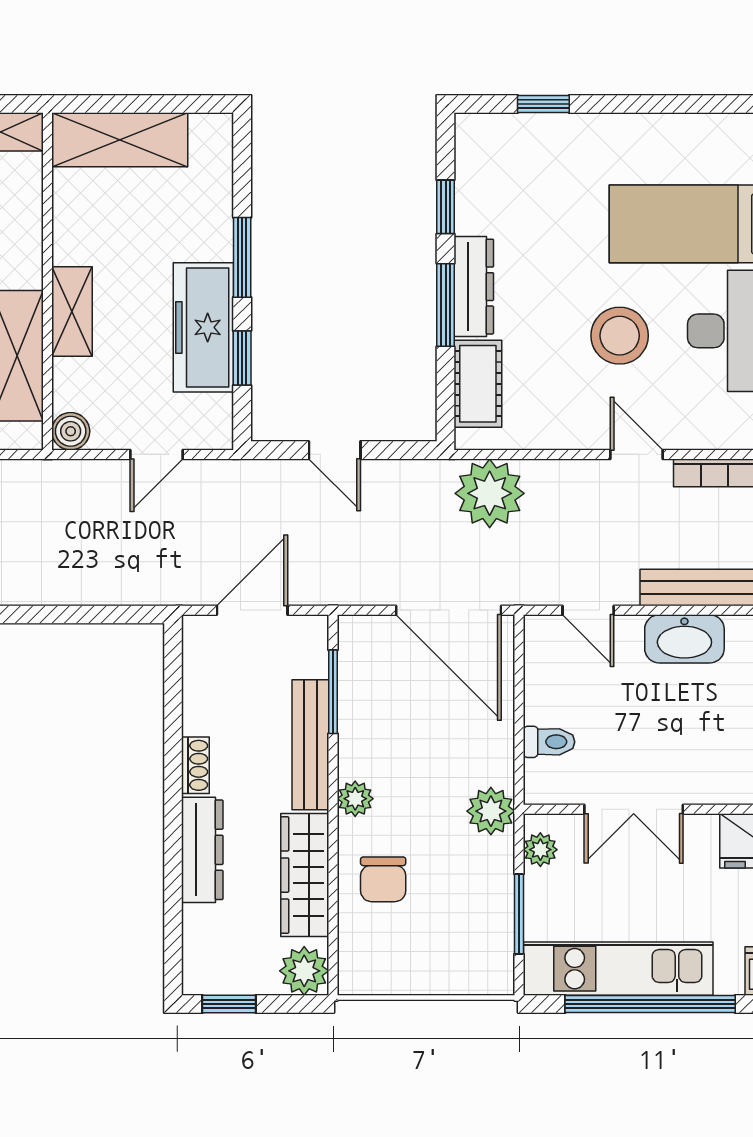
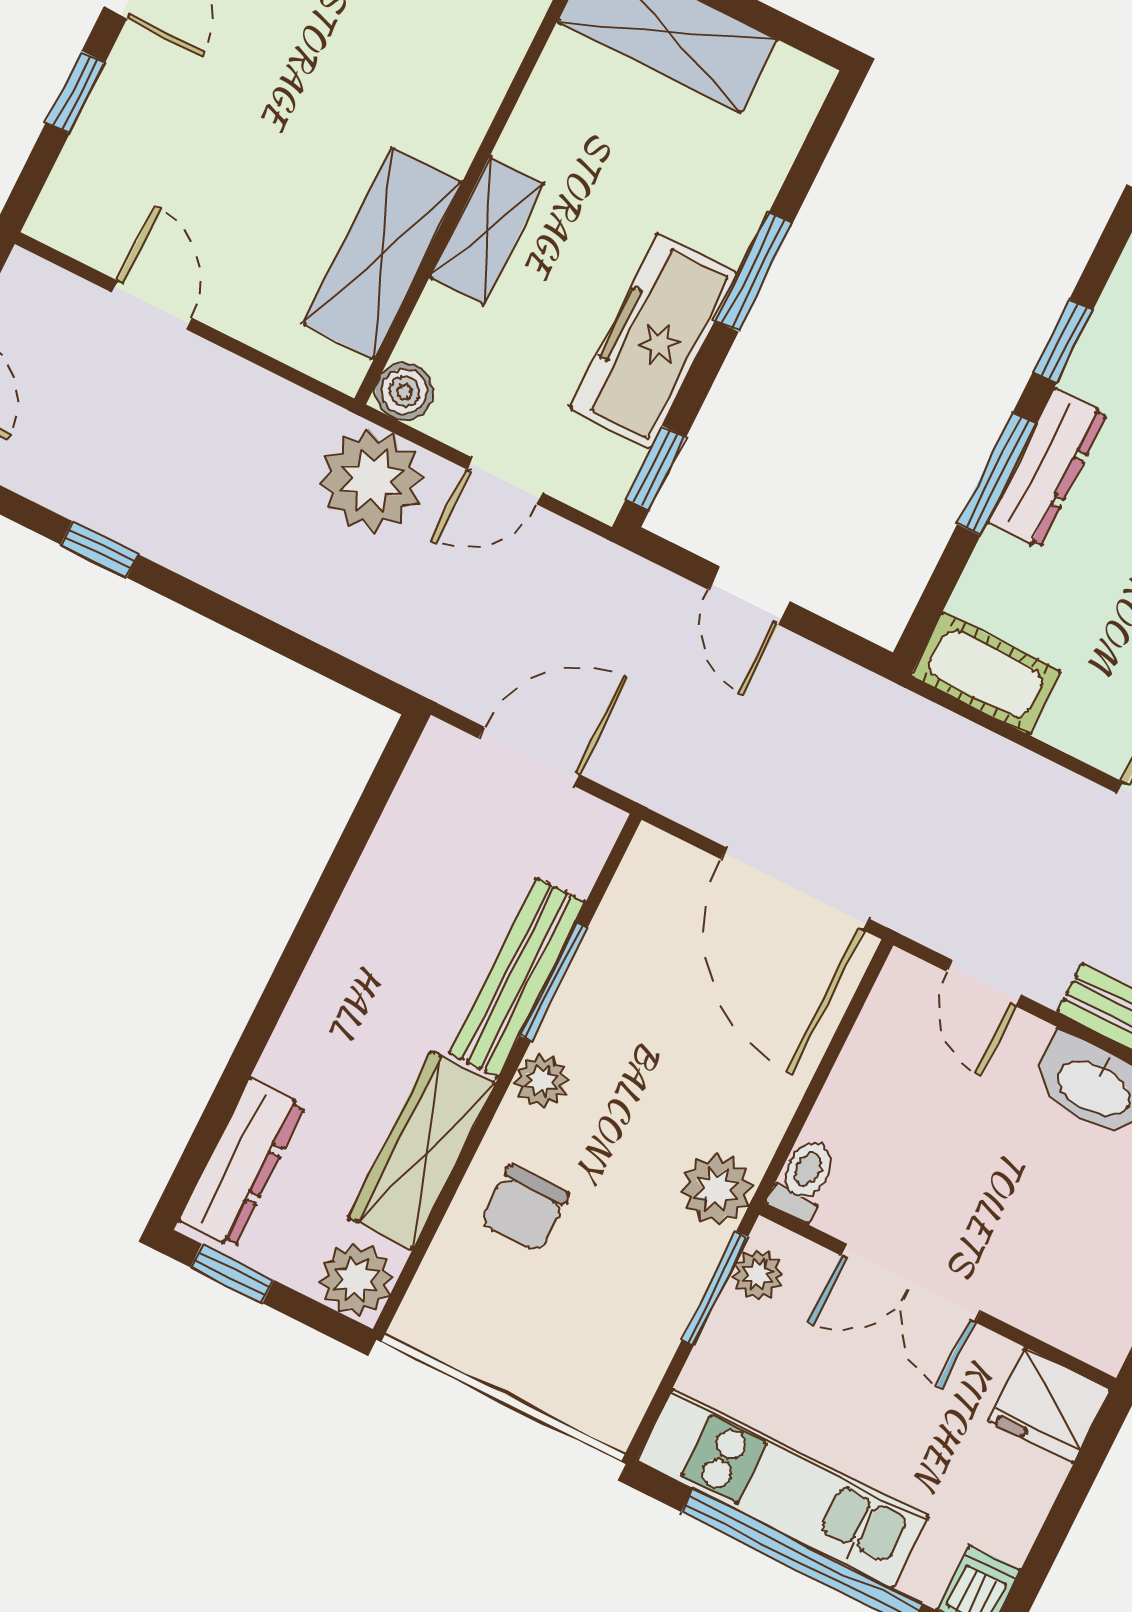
window: (242, 358) -> (656, 468), moved
cot: (478, 384) -> (986, 673), moved, turned 90
plant: (490, 493) -> (372, 480), moved
window: (333, 692) -> (553, 982), moved
toilet: (549, 742) -> (803, 1179), moved, turned -90
shoe rack: (195, 765) -> (348, 928), removed
dresser: (202, 850) -> (242, 1163), moved
window: (519, 914) -> (715, 1288), moved

